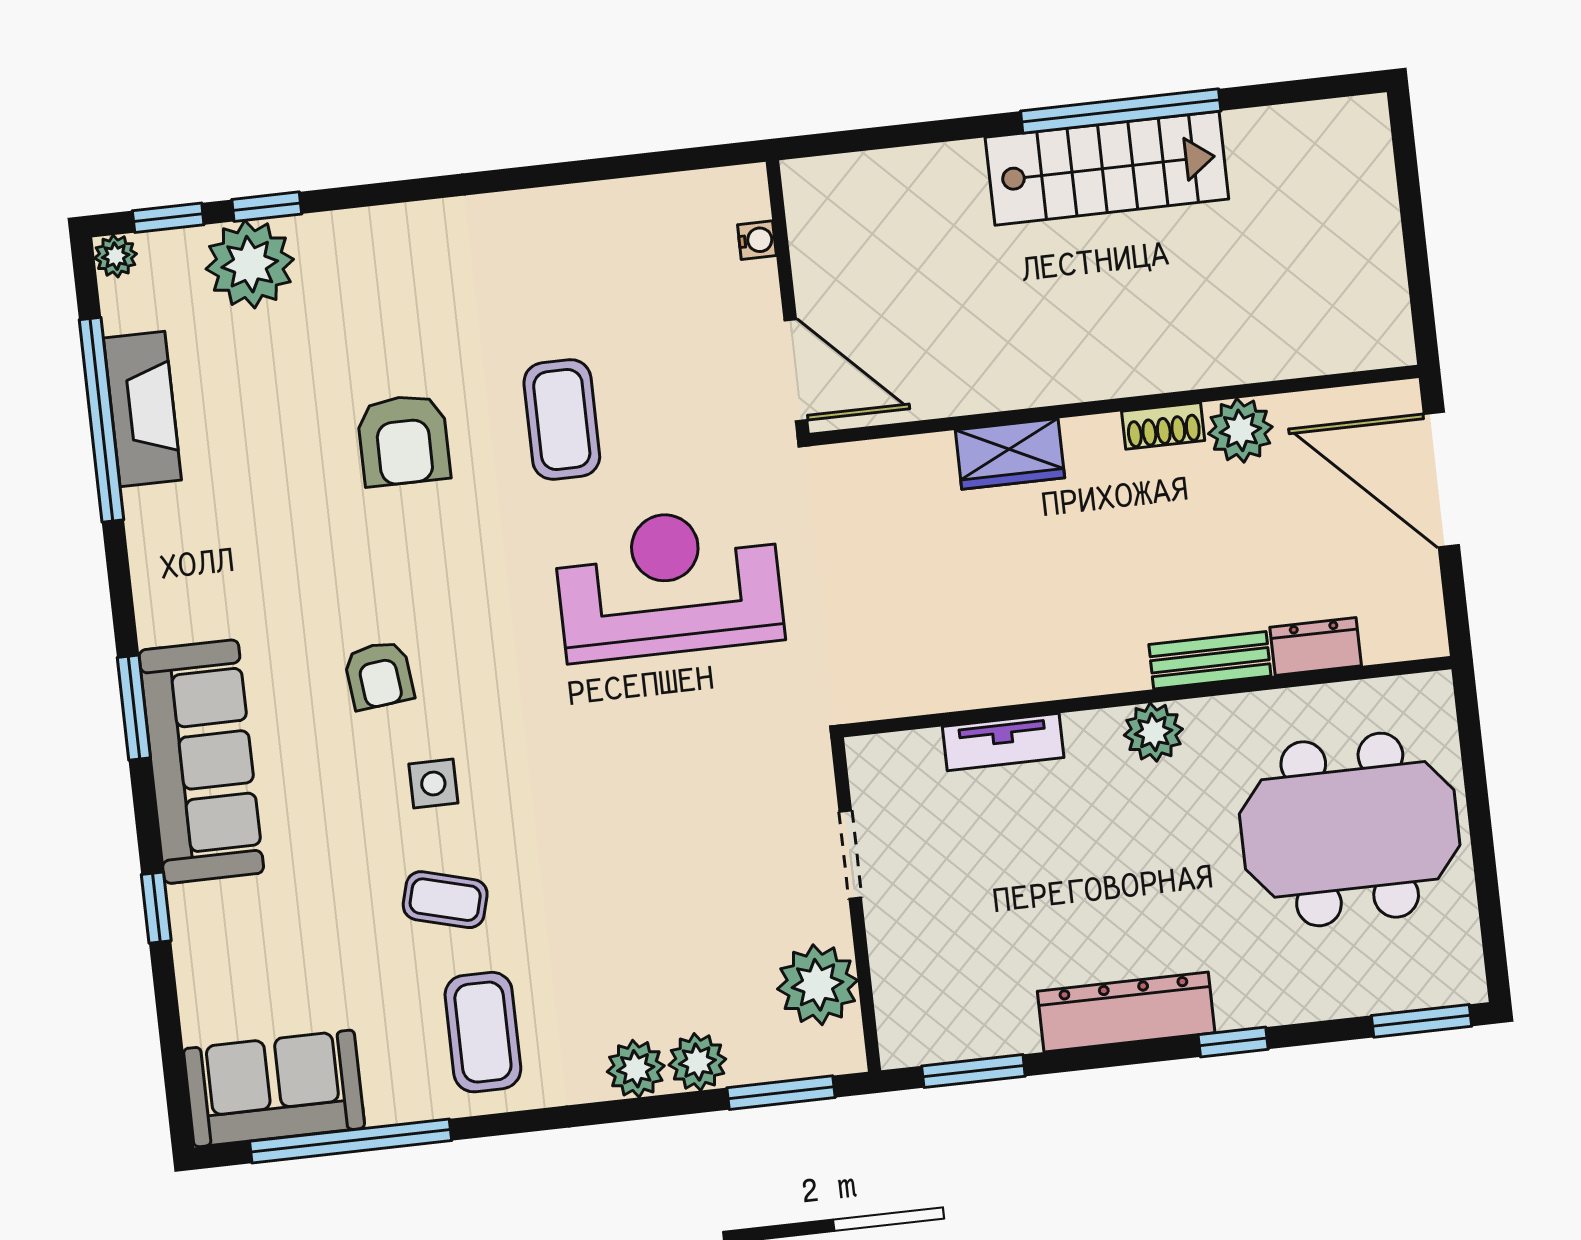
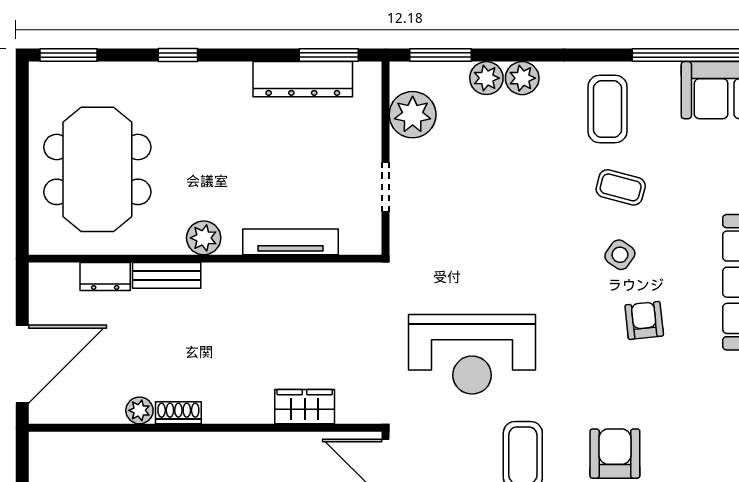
plant: (1240, 430) -> (139, 410), width x0.73, depth x0.73
wardrobe: (1010, 454) -> (305, 407), moved
door: (1441, 480) -> (22, 364), hinge flipped
tv unit: (1003, 742) -> (291, 242), width x1.41
side table: (433, 783) -> (620, 255), turned 35
meeting table: (1350, 829) -> (97, 169), turned 90
dresser: (1126, 1012) -> (303, 79), moved

